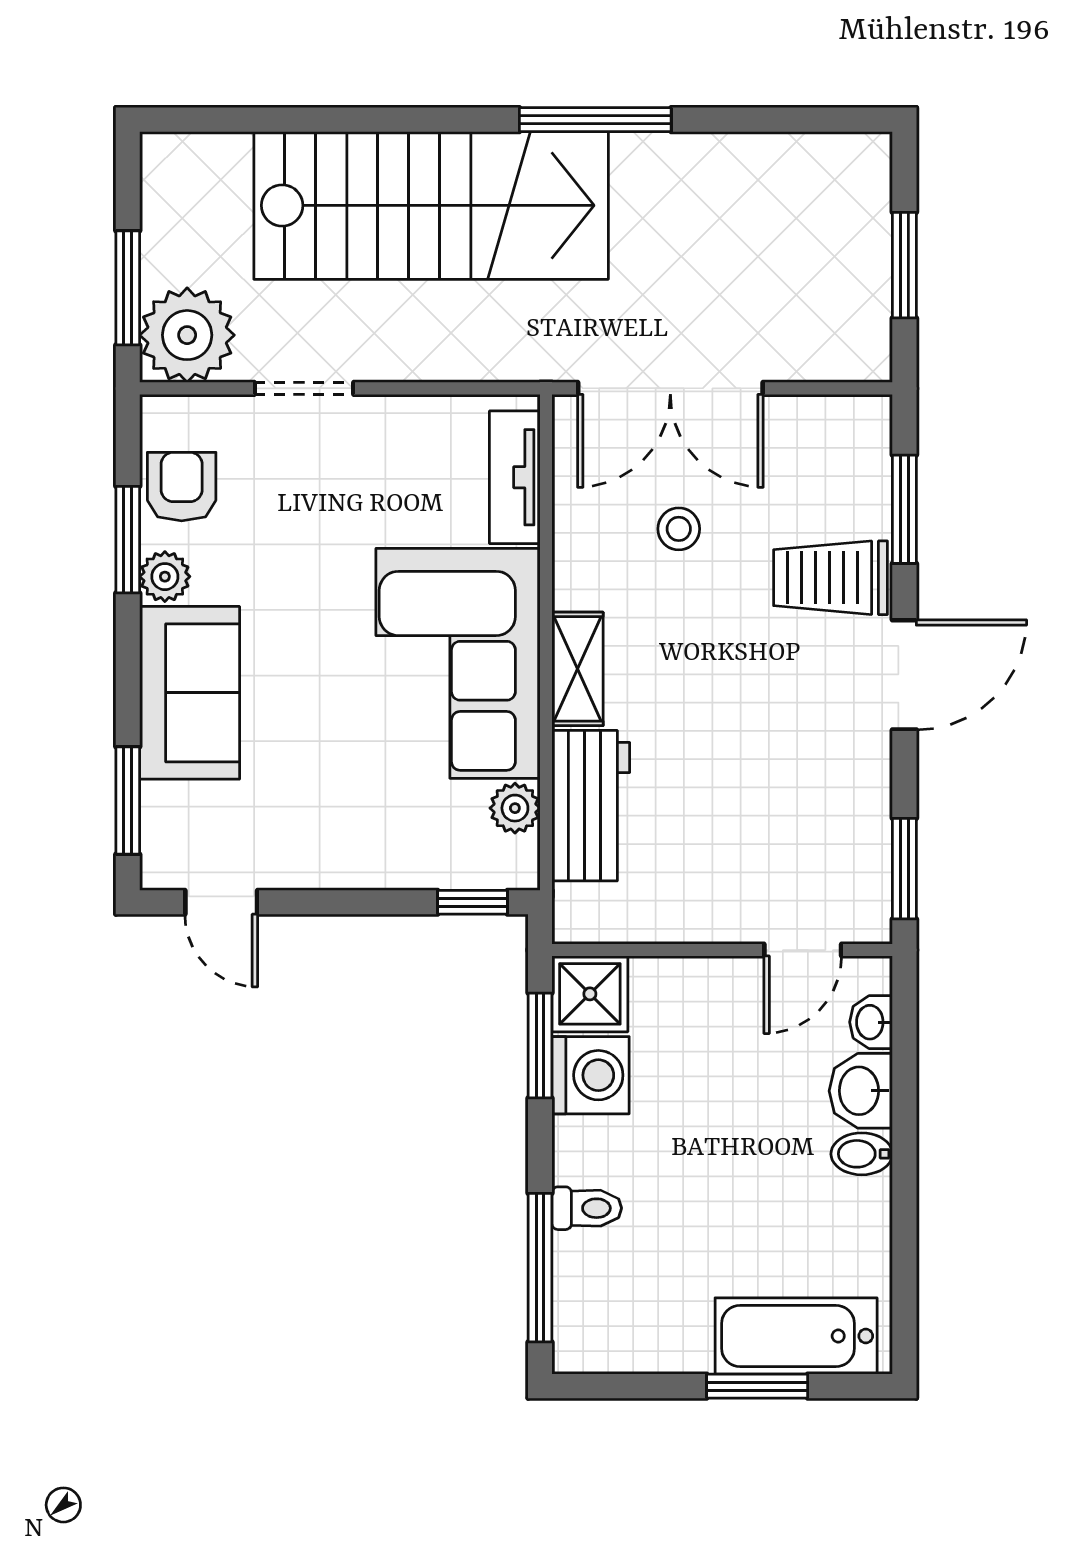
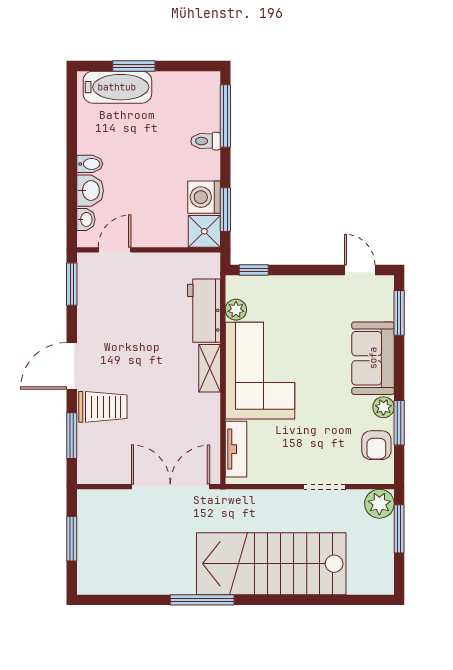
plant: (187, 335) -> (379, 504), width x0.73, depth x0.73
stool: (679, 529) -> (167, 427), removed

